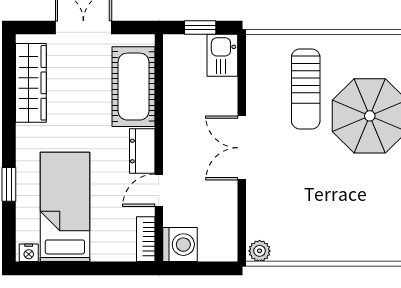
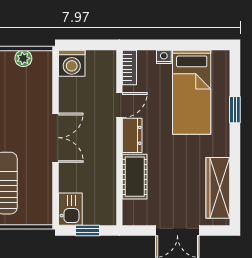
cot: (133, 87) -> (135, 177), width x0.73, depth x0.75
washing machine: (180, 245) -> (72, 63), moved, turned -90
plant: (260, 251) -> (23, 58), moved
nightstand: (29, 253) -> (164, 57), moved

